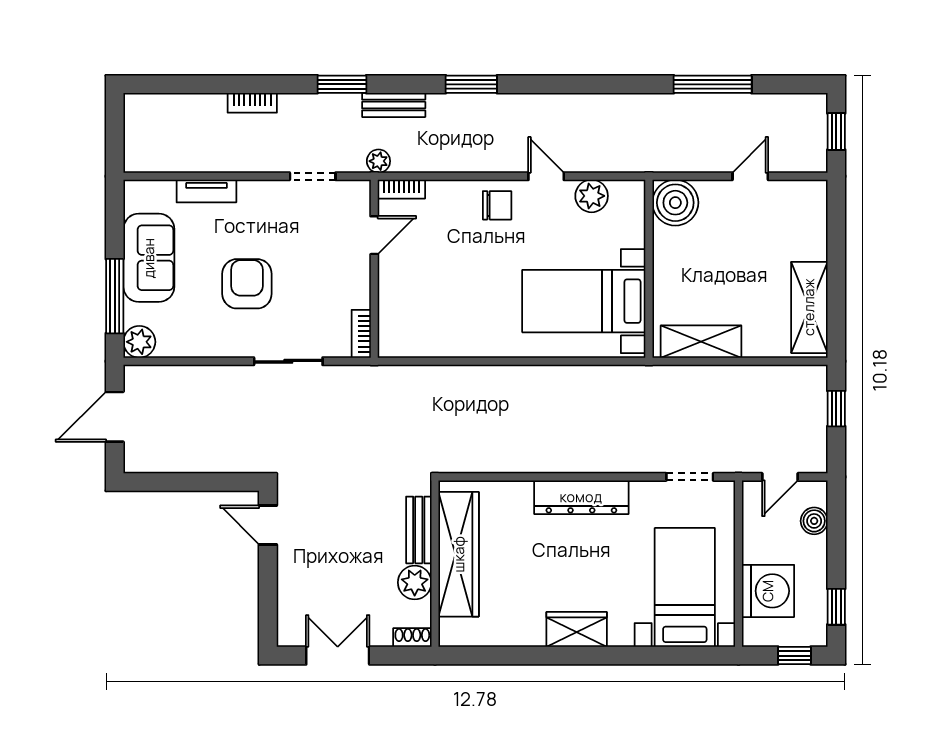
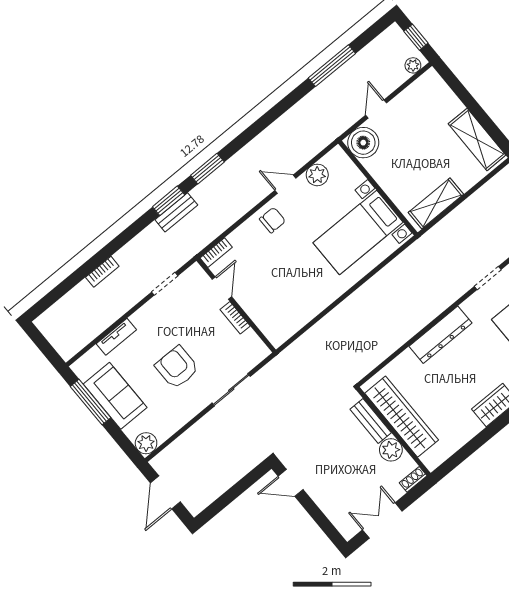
window: (342, 84) -> (169, 201), moved
plant: (378, 161) -> (413, 65), moved
door: (750, 176) -> (376, 109), moved
window: (115, 296) -> (91, 402), moved
bookcase: (361, 334) -> (235, 318), moved

